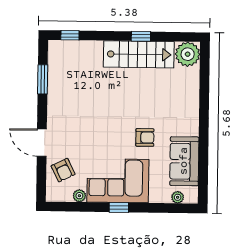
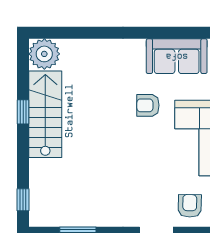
armchair: (145, 137) -> (148, 105), turned -90
armchair: (63, 170) -> (190, 206), turned -63

